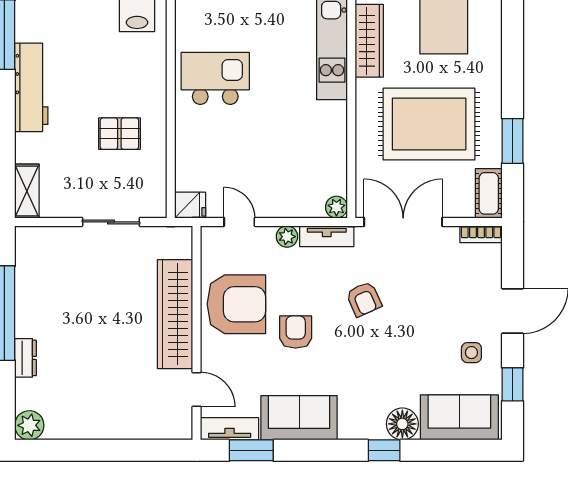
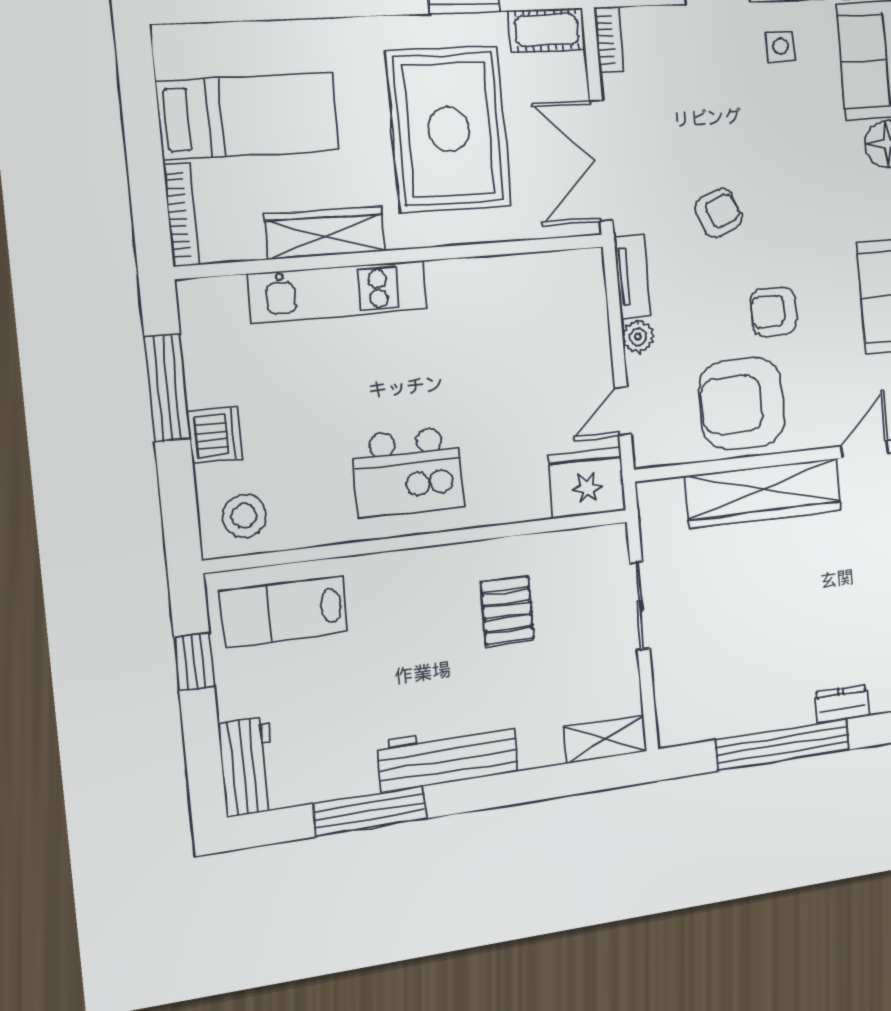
kitchen island: (215, 78) -> (408, 472), turned -90
fridge: (190, 205) -> (587, 483), width x1.88, depth x1.34
plant: (336, 207) -> (588, 265), removed
armchair: (236, 304) -> (742, 404), turned -90

